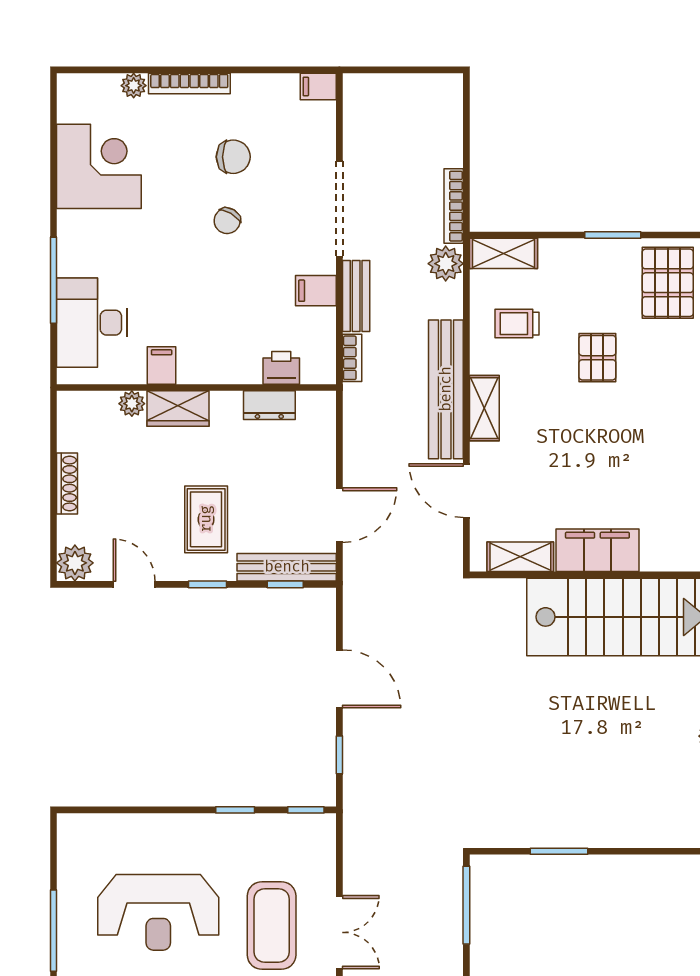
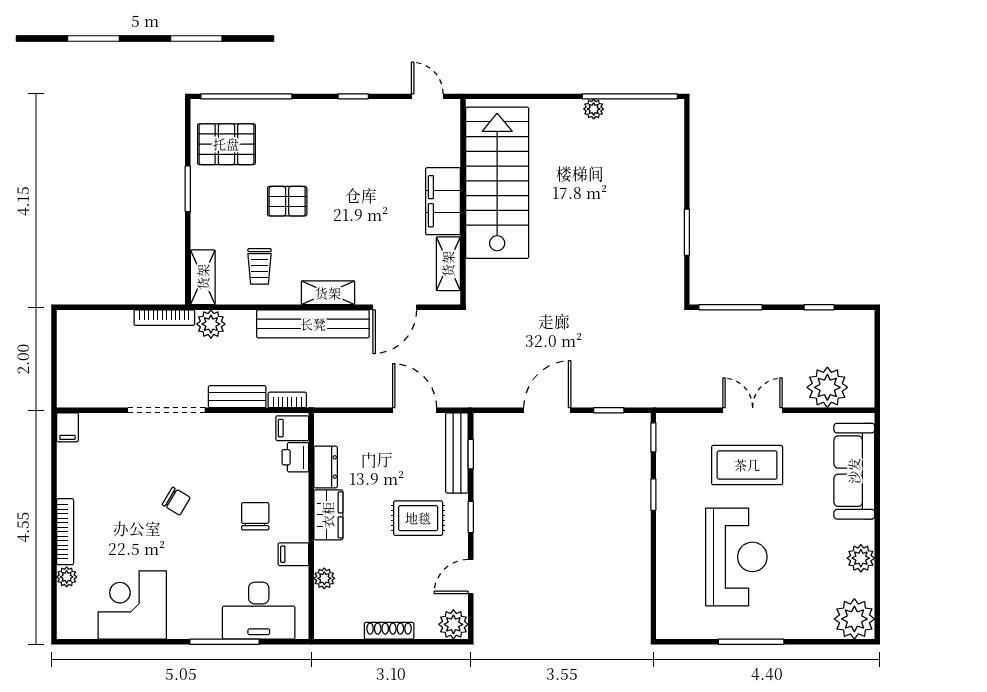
chair: (233, 157) -> (255, 516), moved
filing cabinet: (316, 291) -> (292, 428), moved, turned 90
wardrobe: (178, 409) -> (328, 515), moved

